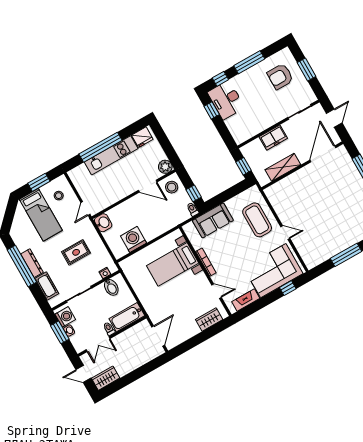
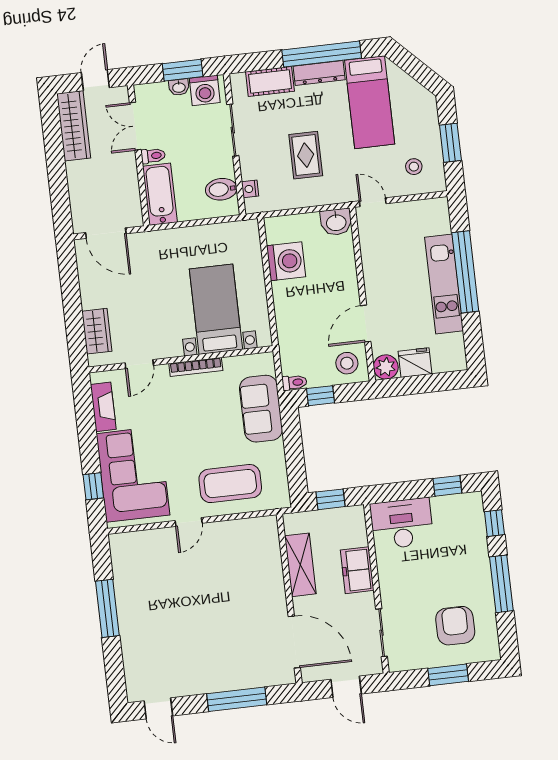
desk: (226, 100) -> (402, 524), moved
fridge: (142, 137) -> (415, 363), moved, turned 90
bed: (41, 215) -> (370, 102), moved, turned -90
wardrobe: (106, 378) -> (74, 126), width x1.50

